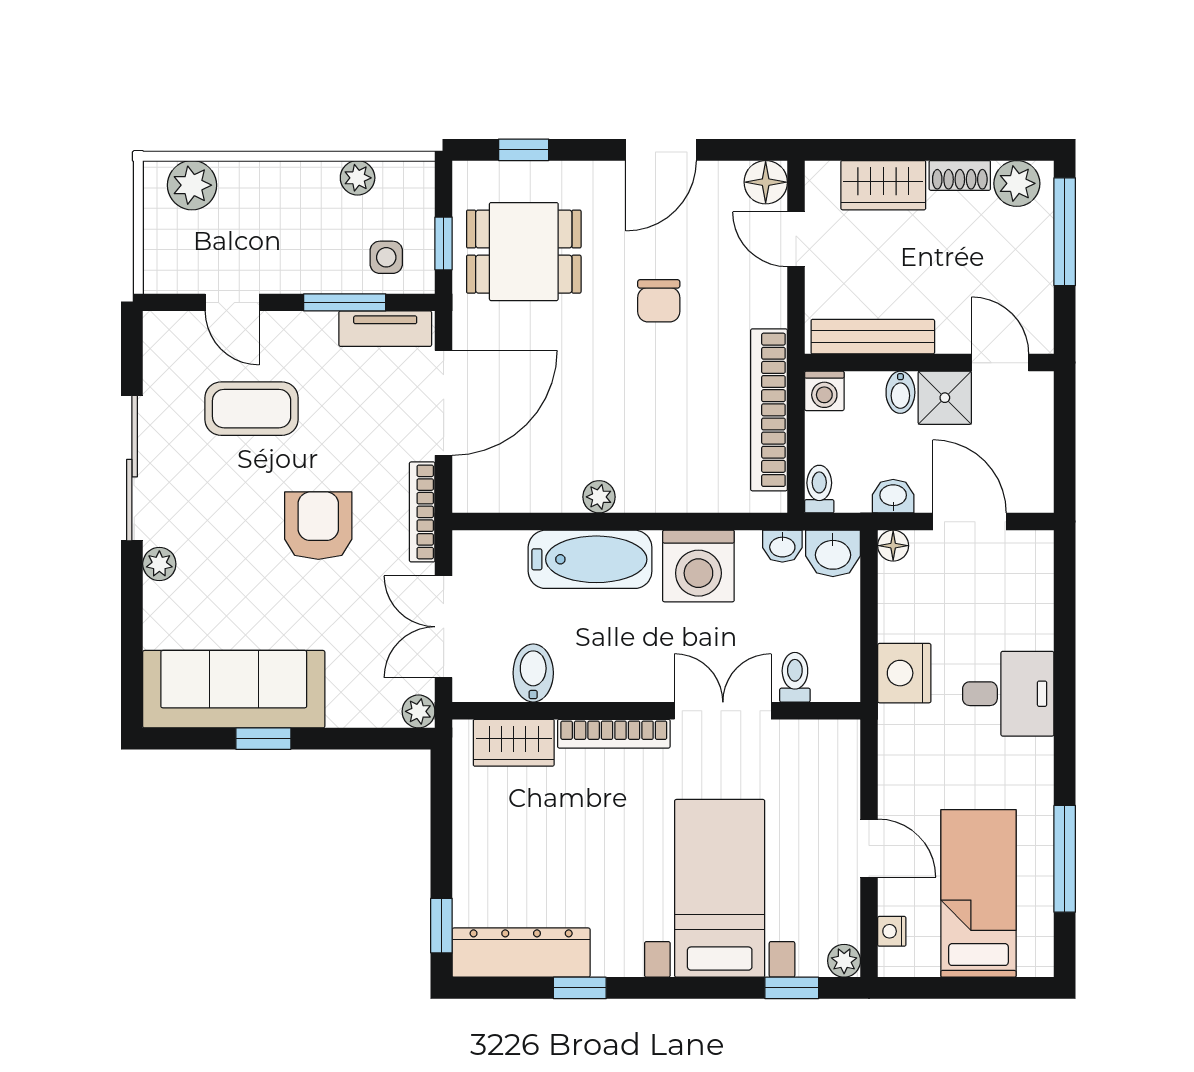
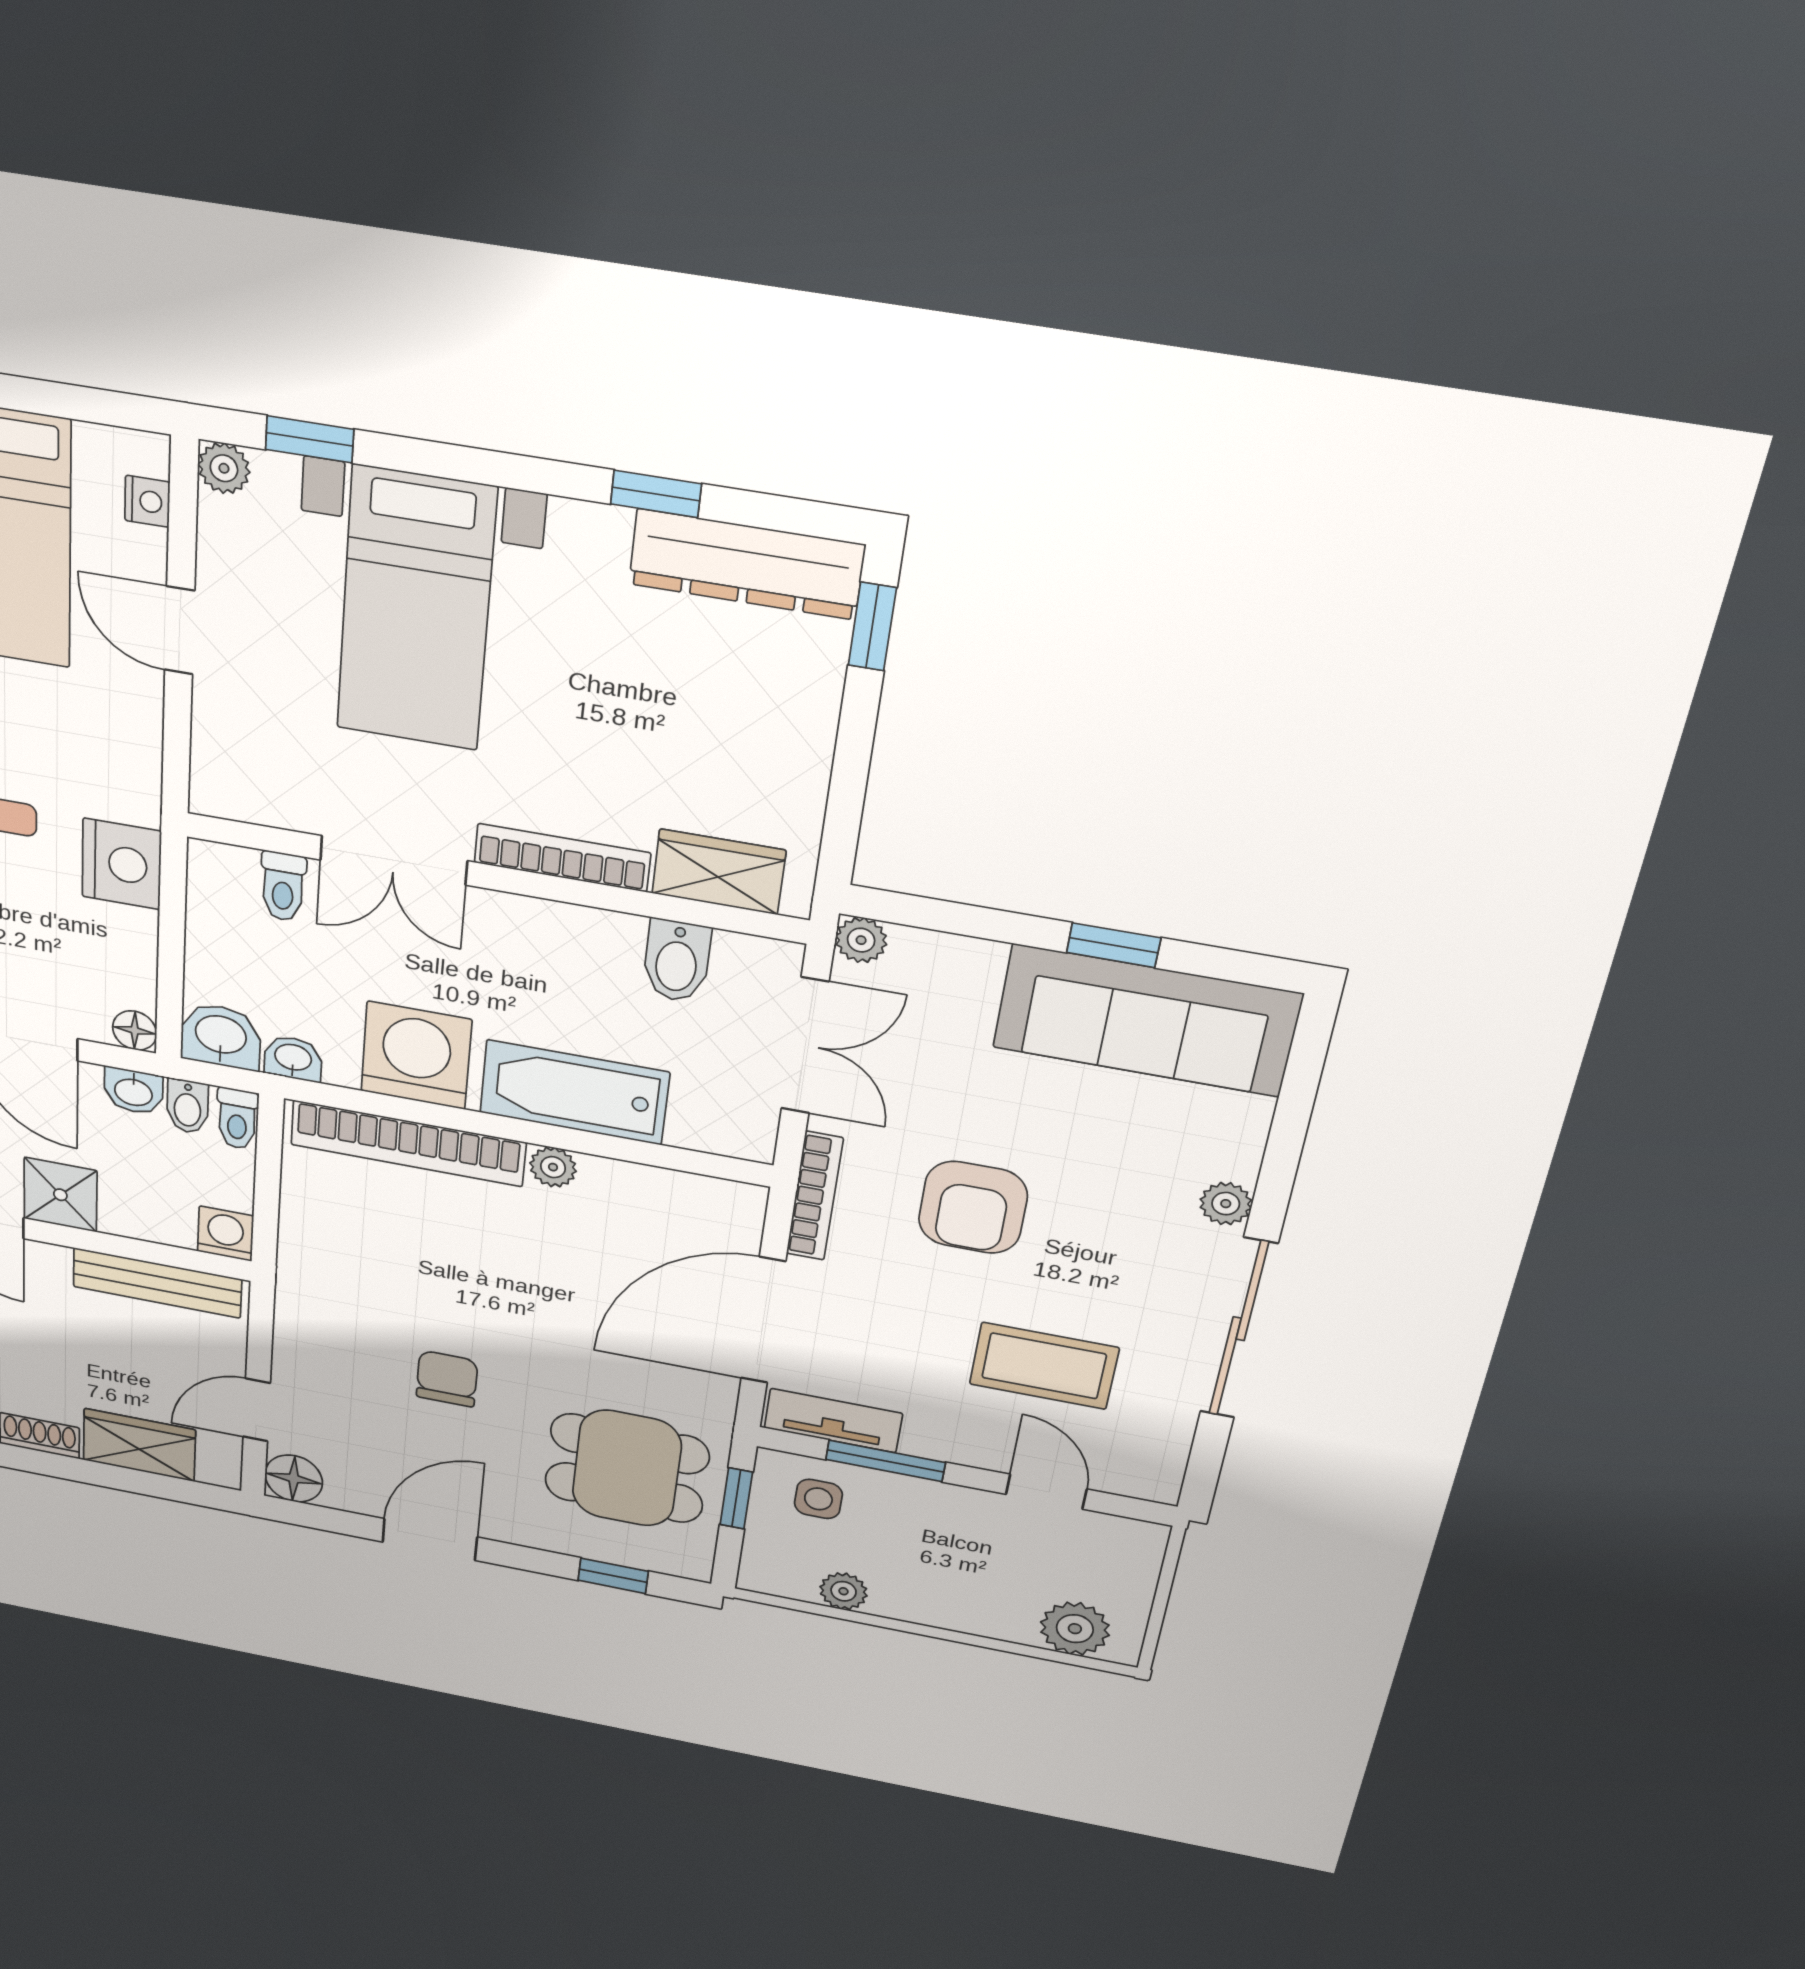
door: (796, 239) -> (257, 1410), swing flipped
bidet: (900, 392) -> (188, 1106), moved, turned 180
bookcase: (769, 410) -> (408, 1143), moved, turned 90

